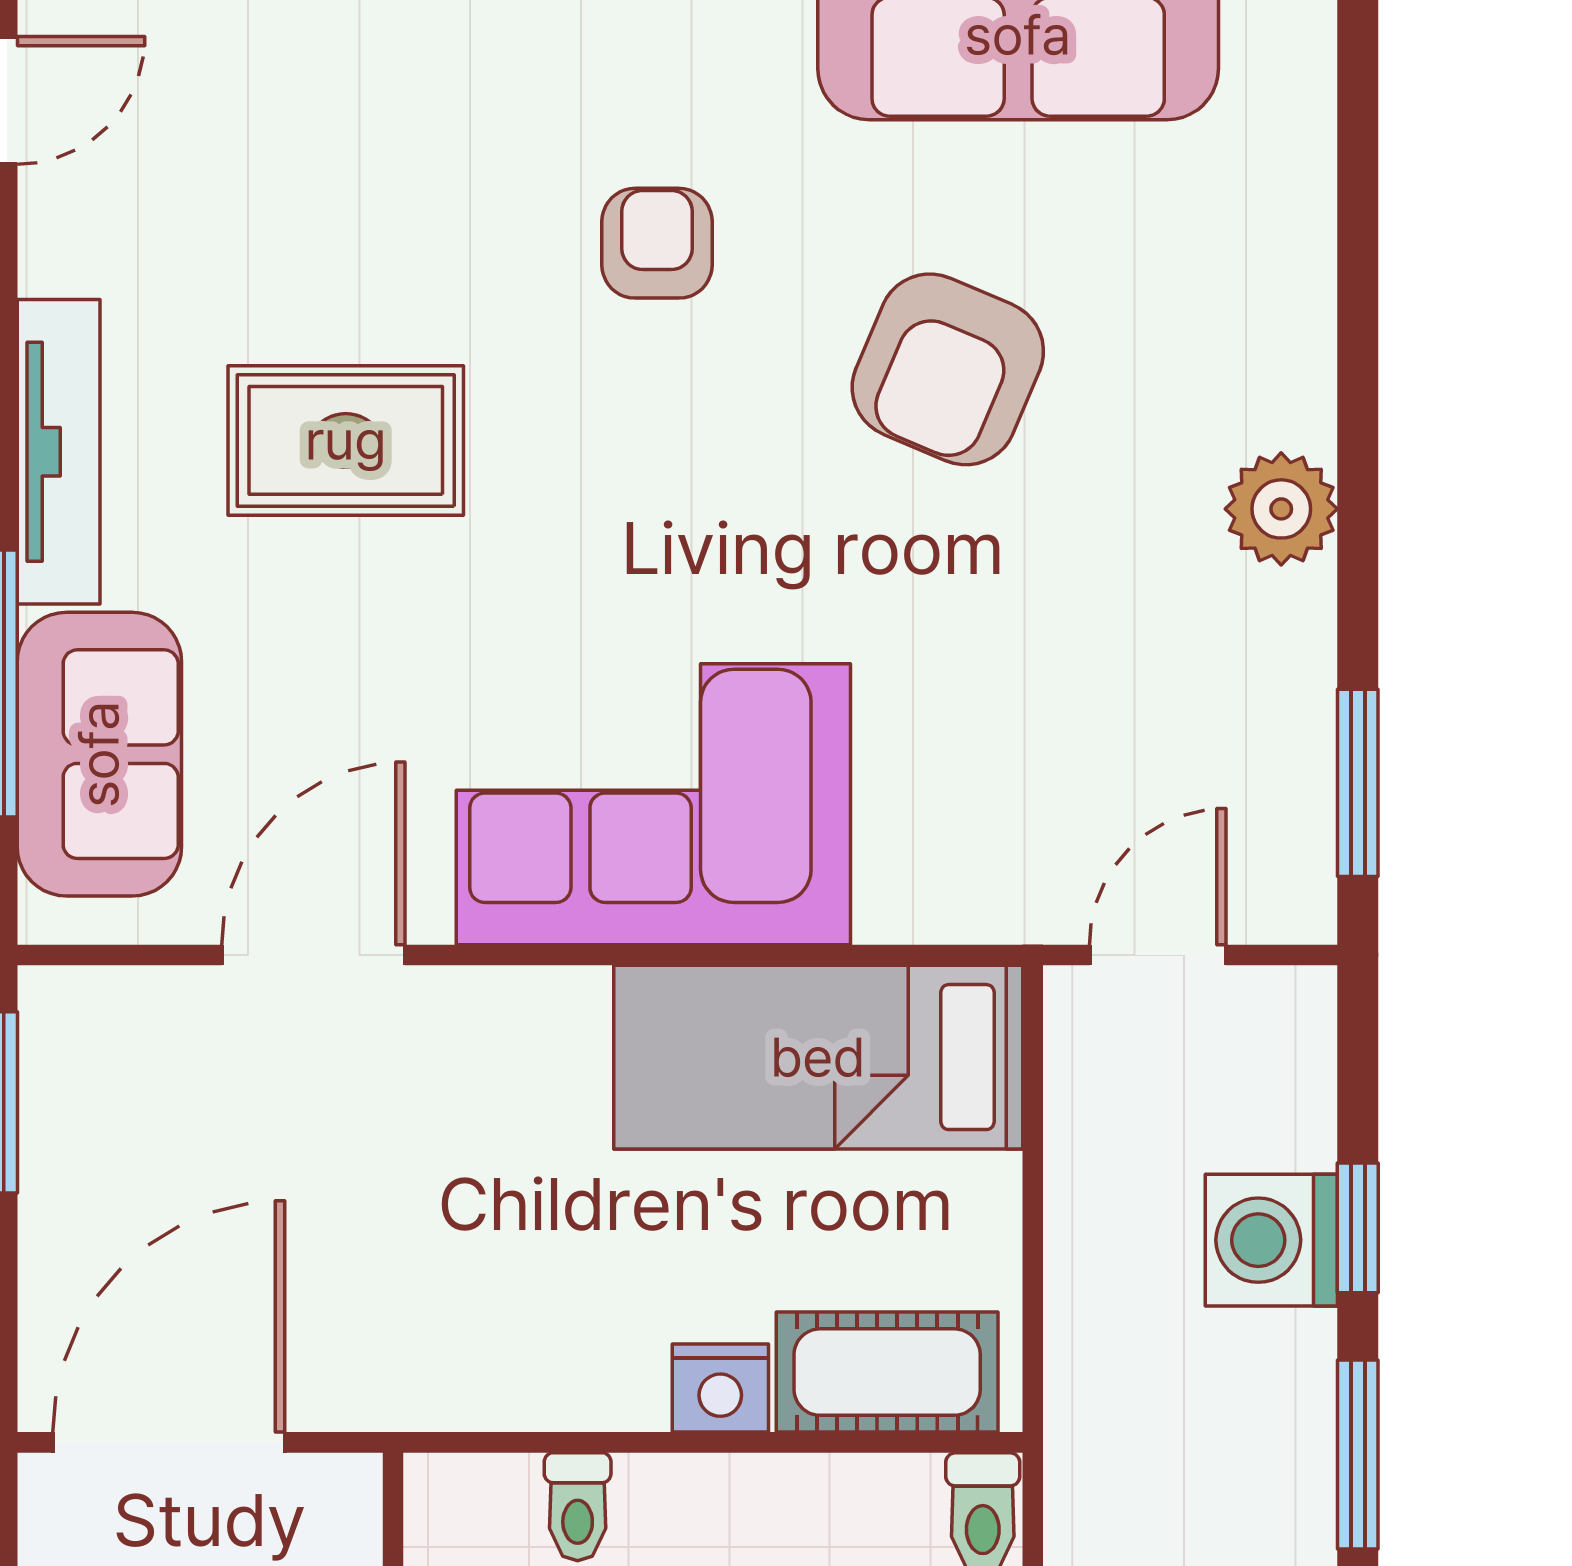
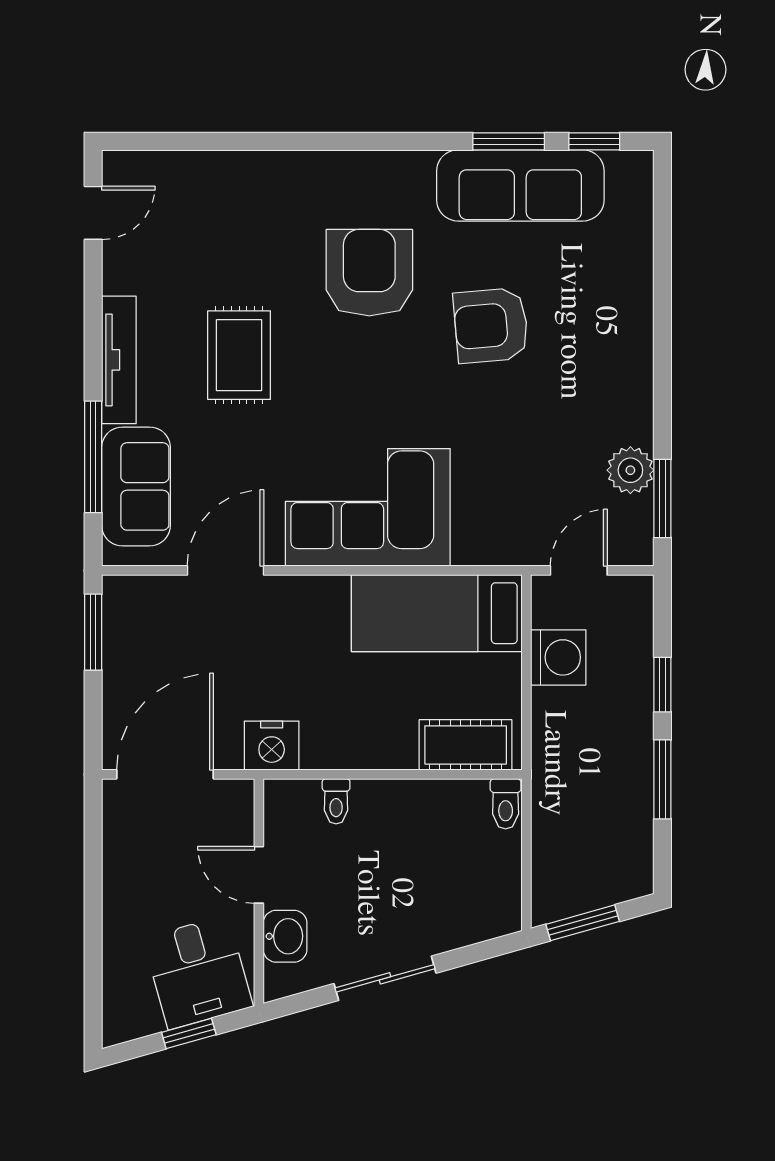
armchair: (657, 243) -> (369, 273), width x1.88, depth x1.88
armchair: (948, 369) -> (491, 325), turned 62
rug: (346, 440) -> (239, 355), turned 90
plant: (1281, 509) -> (630, 470), moved
washing machine: (1271, 1240) -> (558, 657), moved, turned 180
nightstand: (720, 1388) -> (272, 746), moved, width x1.36, depth x1.33

